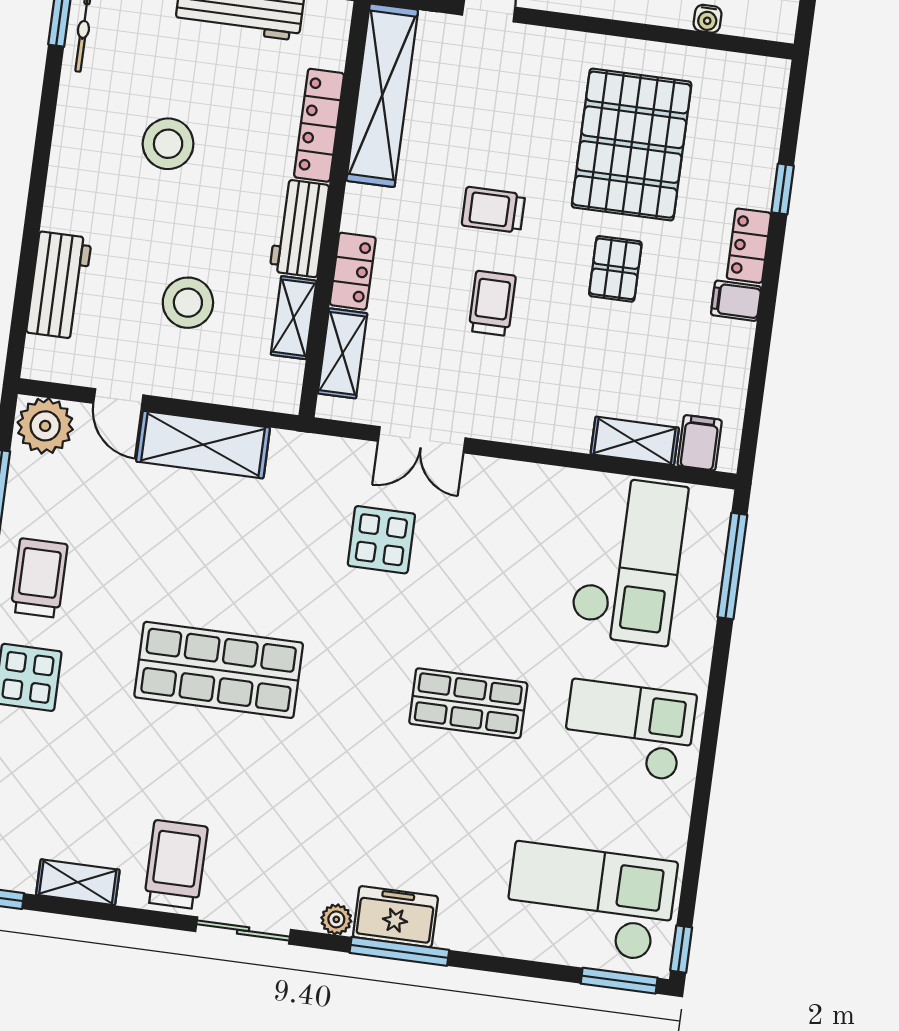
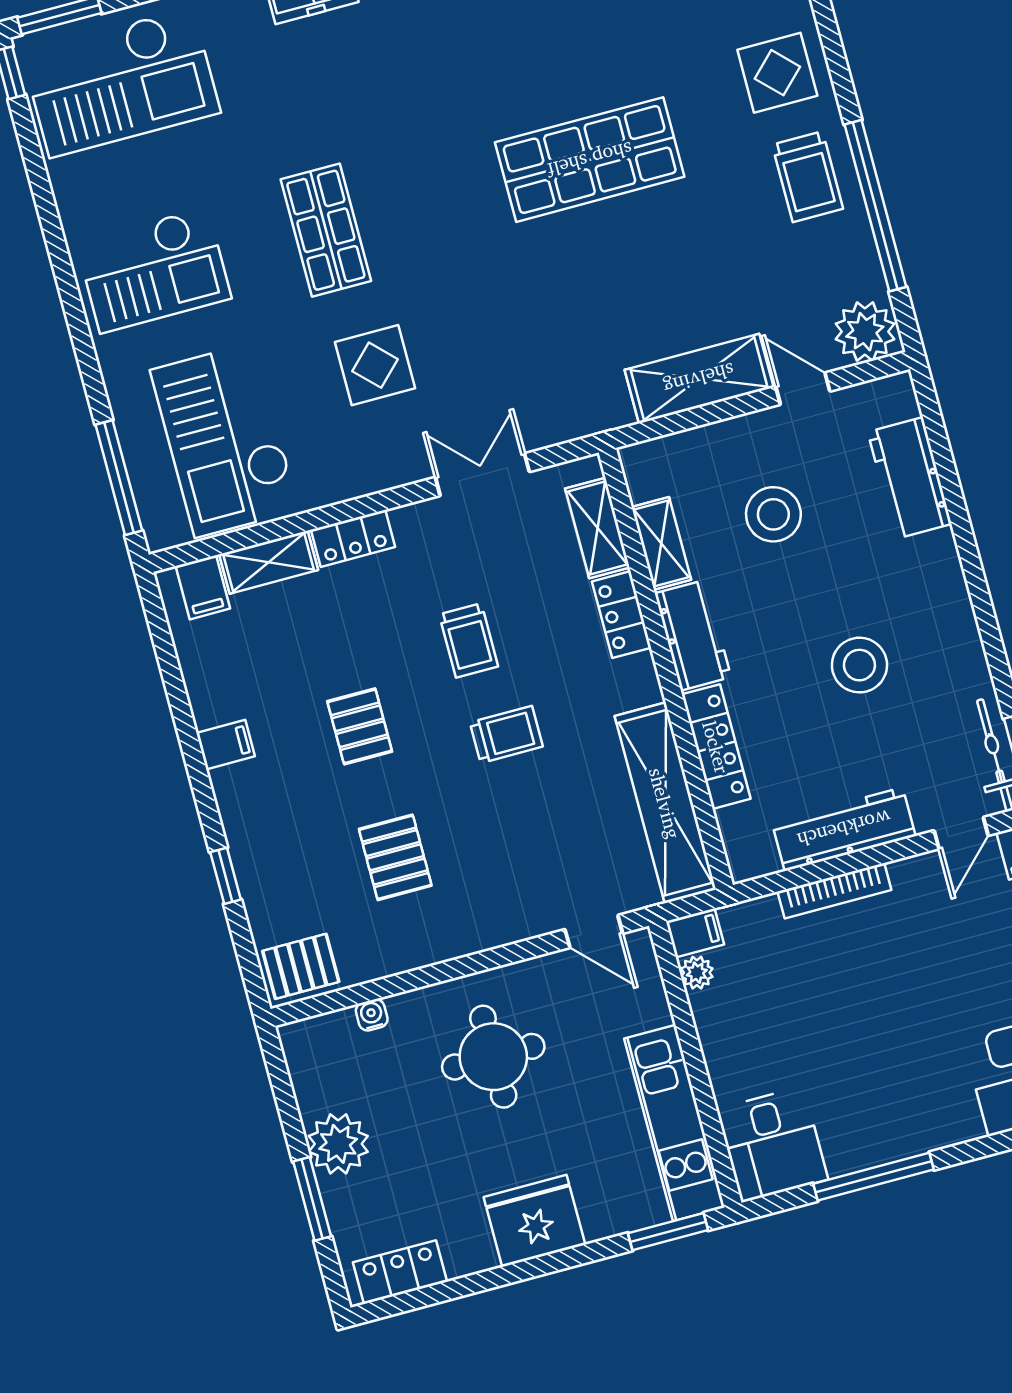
pallet: (751, 85) -> (301, 966), added
pallet: (632, 145) -> (395, 857), width x0.49, depth x0.50
locker: (749, 246) -> (353, 538), moved, turned 90
display table: (381, 540) -> (375, 365), moved
shop shelf: (468, 703) -> (326, 230), turned 90

